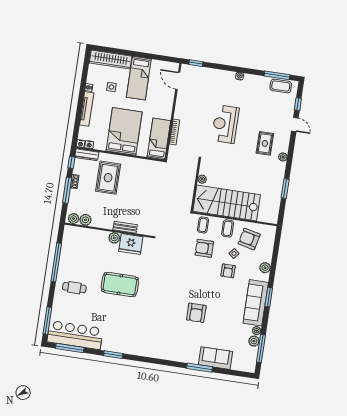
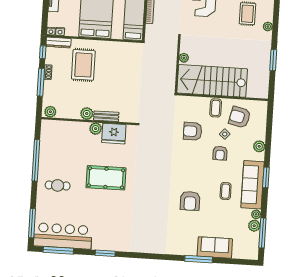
plant: (85, 220) -> (87, 114), moved
coffee table: (203, 225) -> (226, 191), moved

